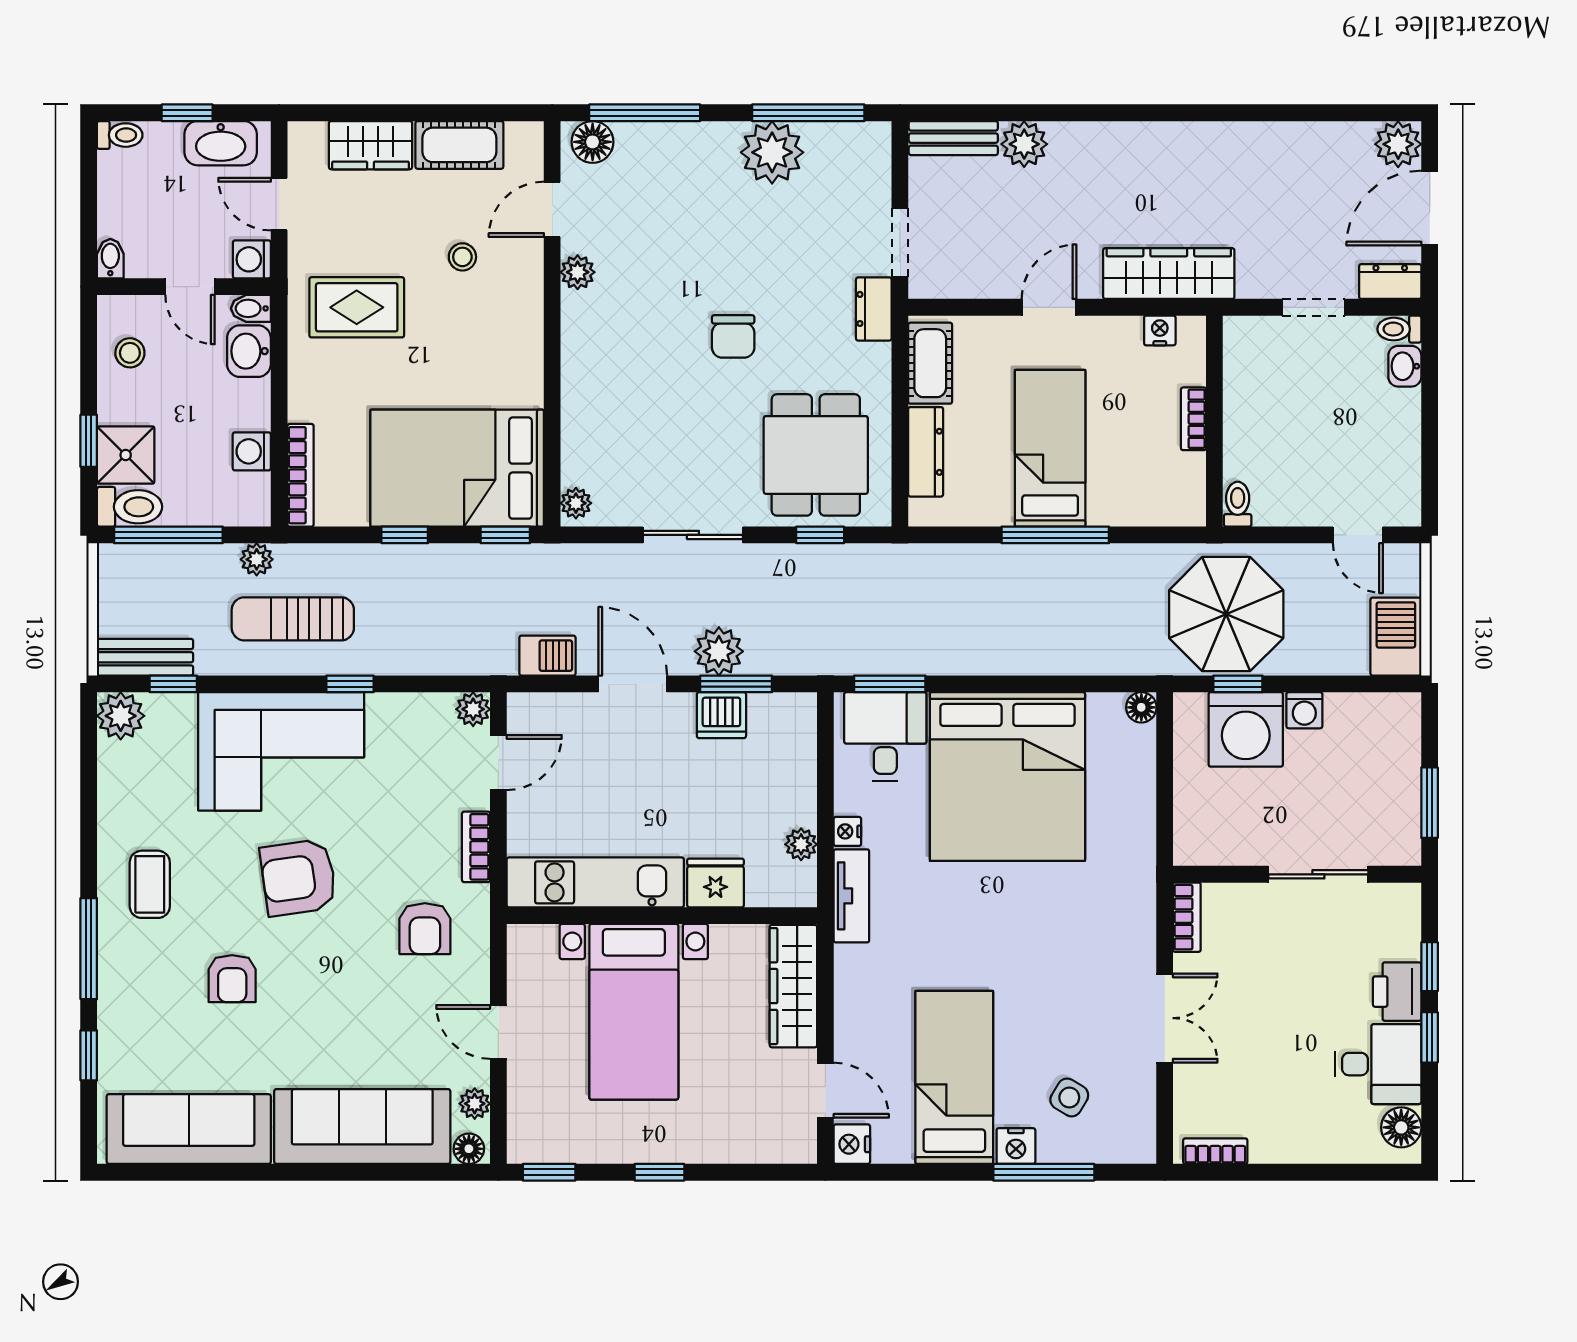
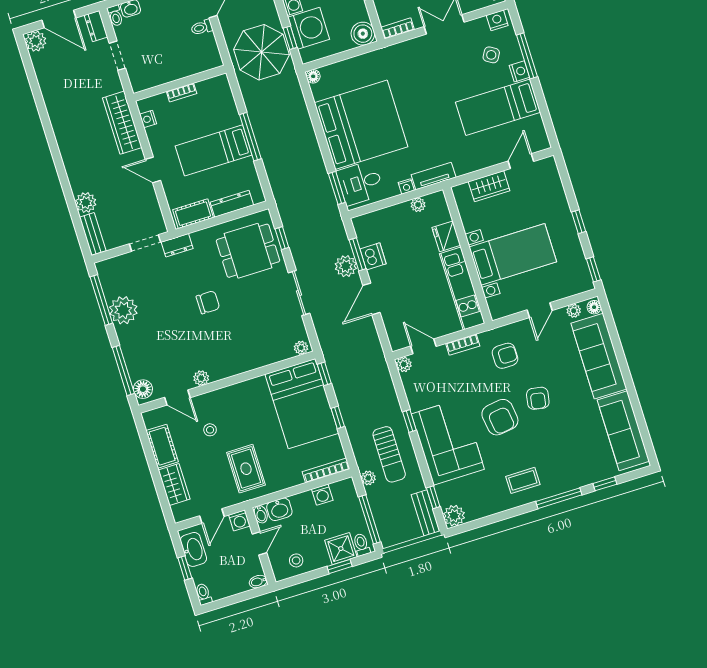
toilet: (1238, 504) -> (202, 27), moved
toilet: (130, 507) -> (362, 545), width x0.73, depth x0.72
barbecue: (547, 656) -> (371, 340), removed
boiler: (1199, 840) -> (363, 34), added
armchair: (232, 979) -> (538, 398), moved, turned 100
wardrobe: (793, 986) -> (489, 186), width x0.67
nightstand: (852, 1144) -> (497, 20), moved, turned 180

